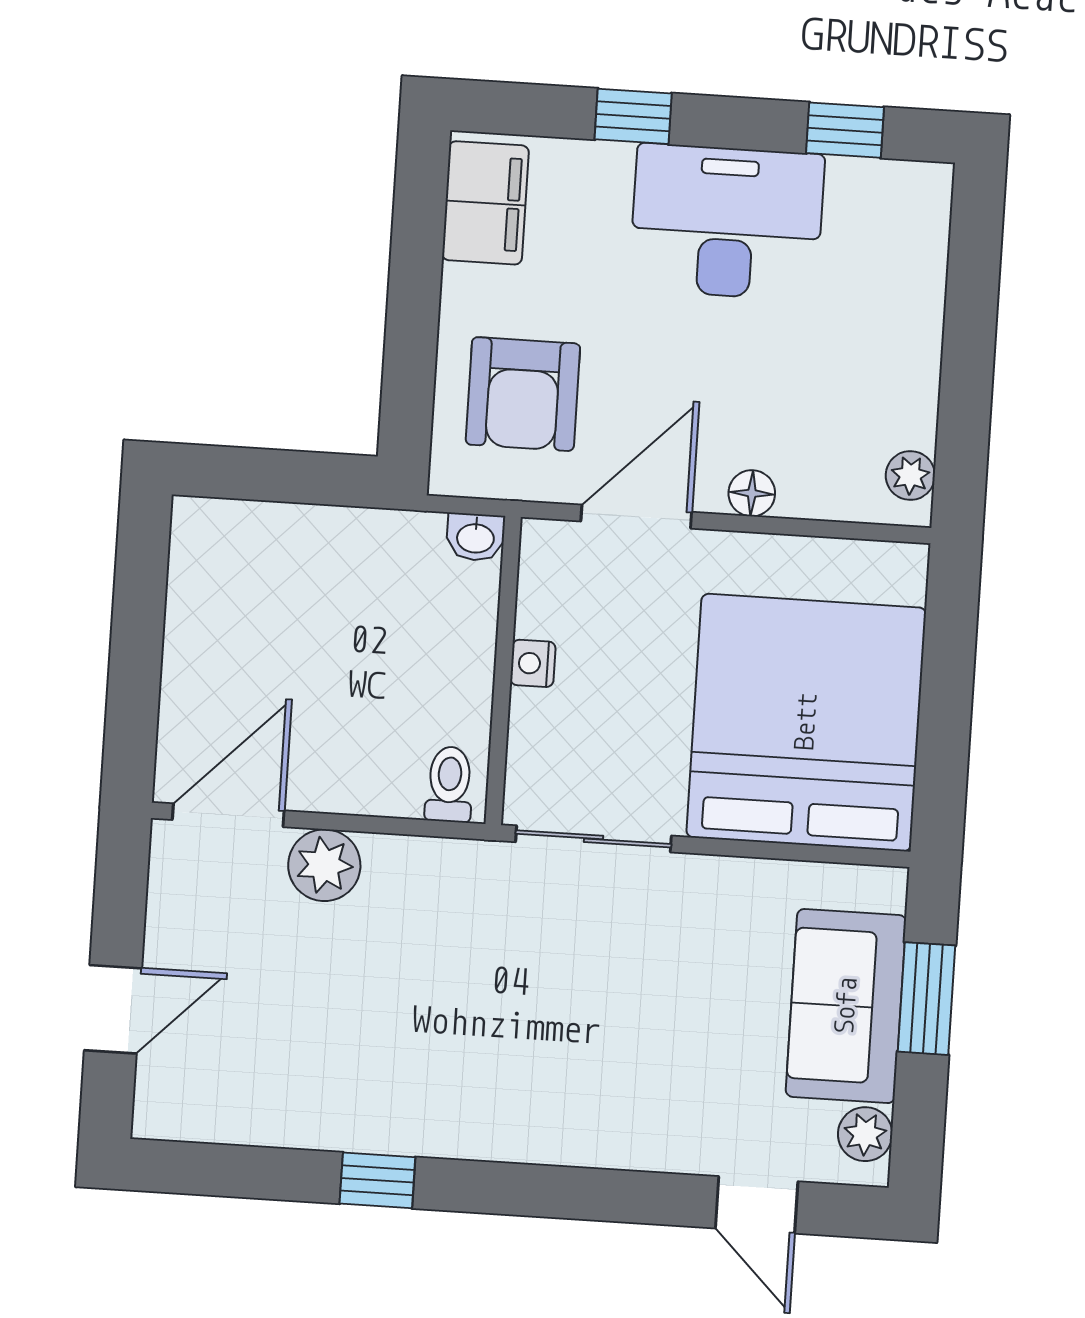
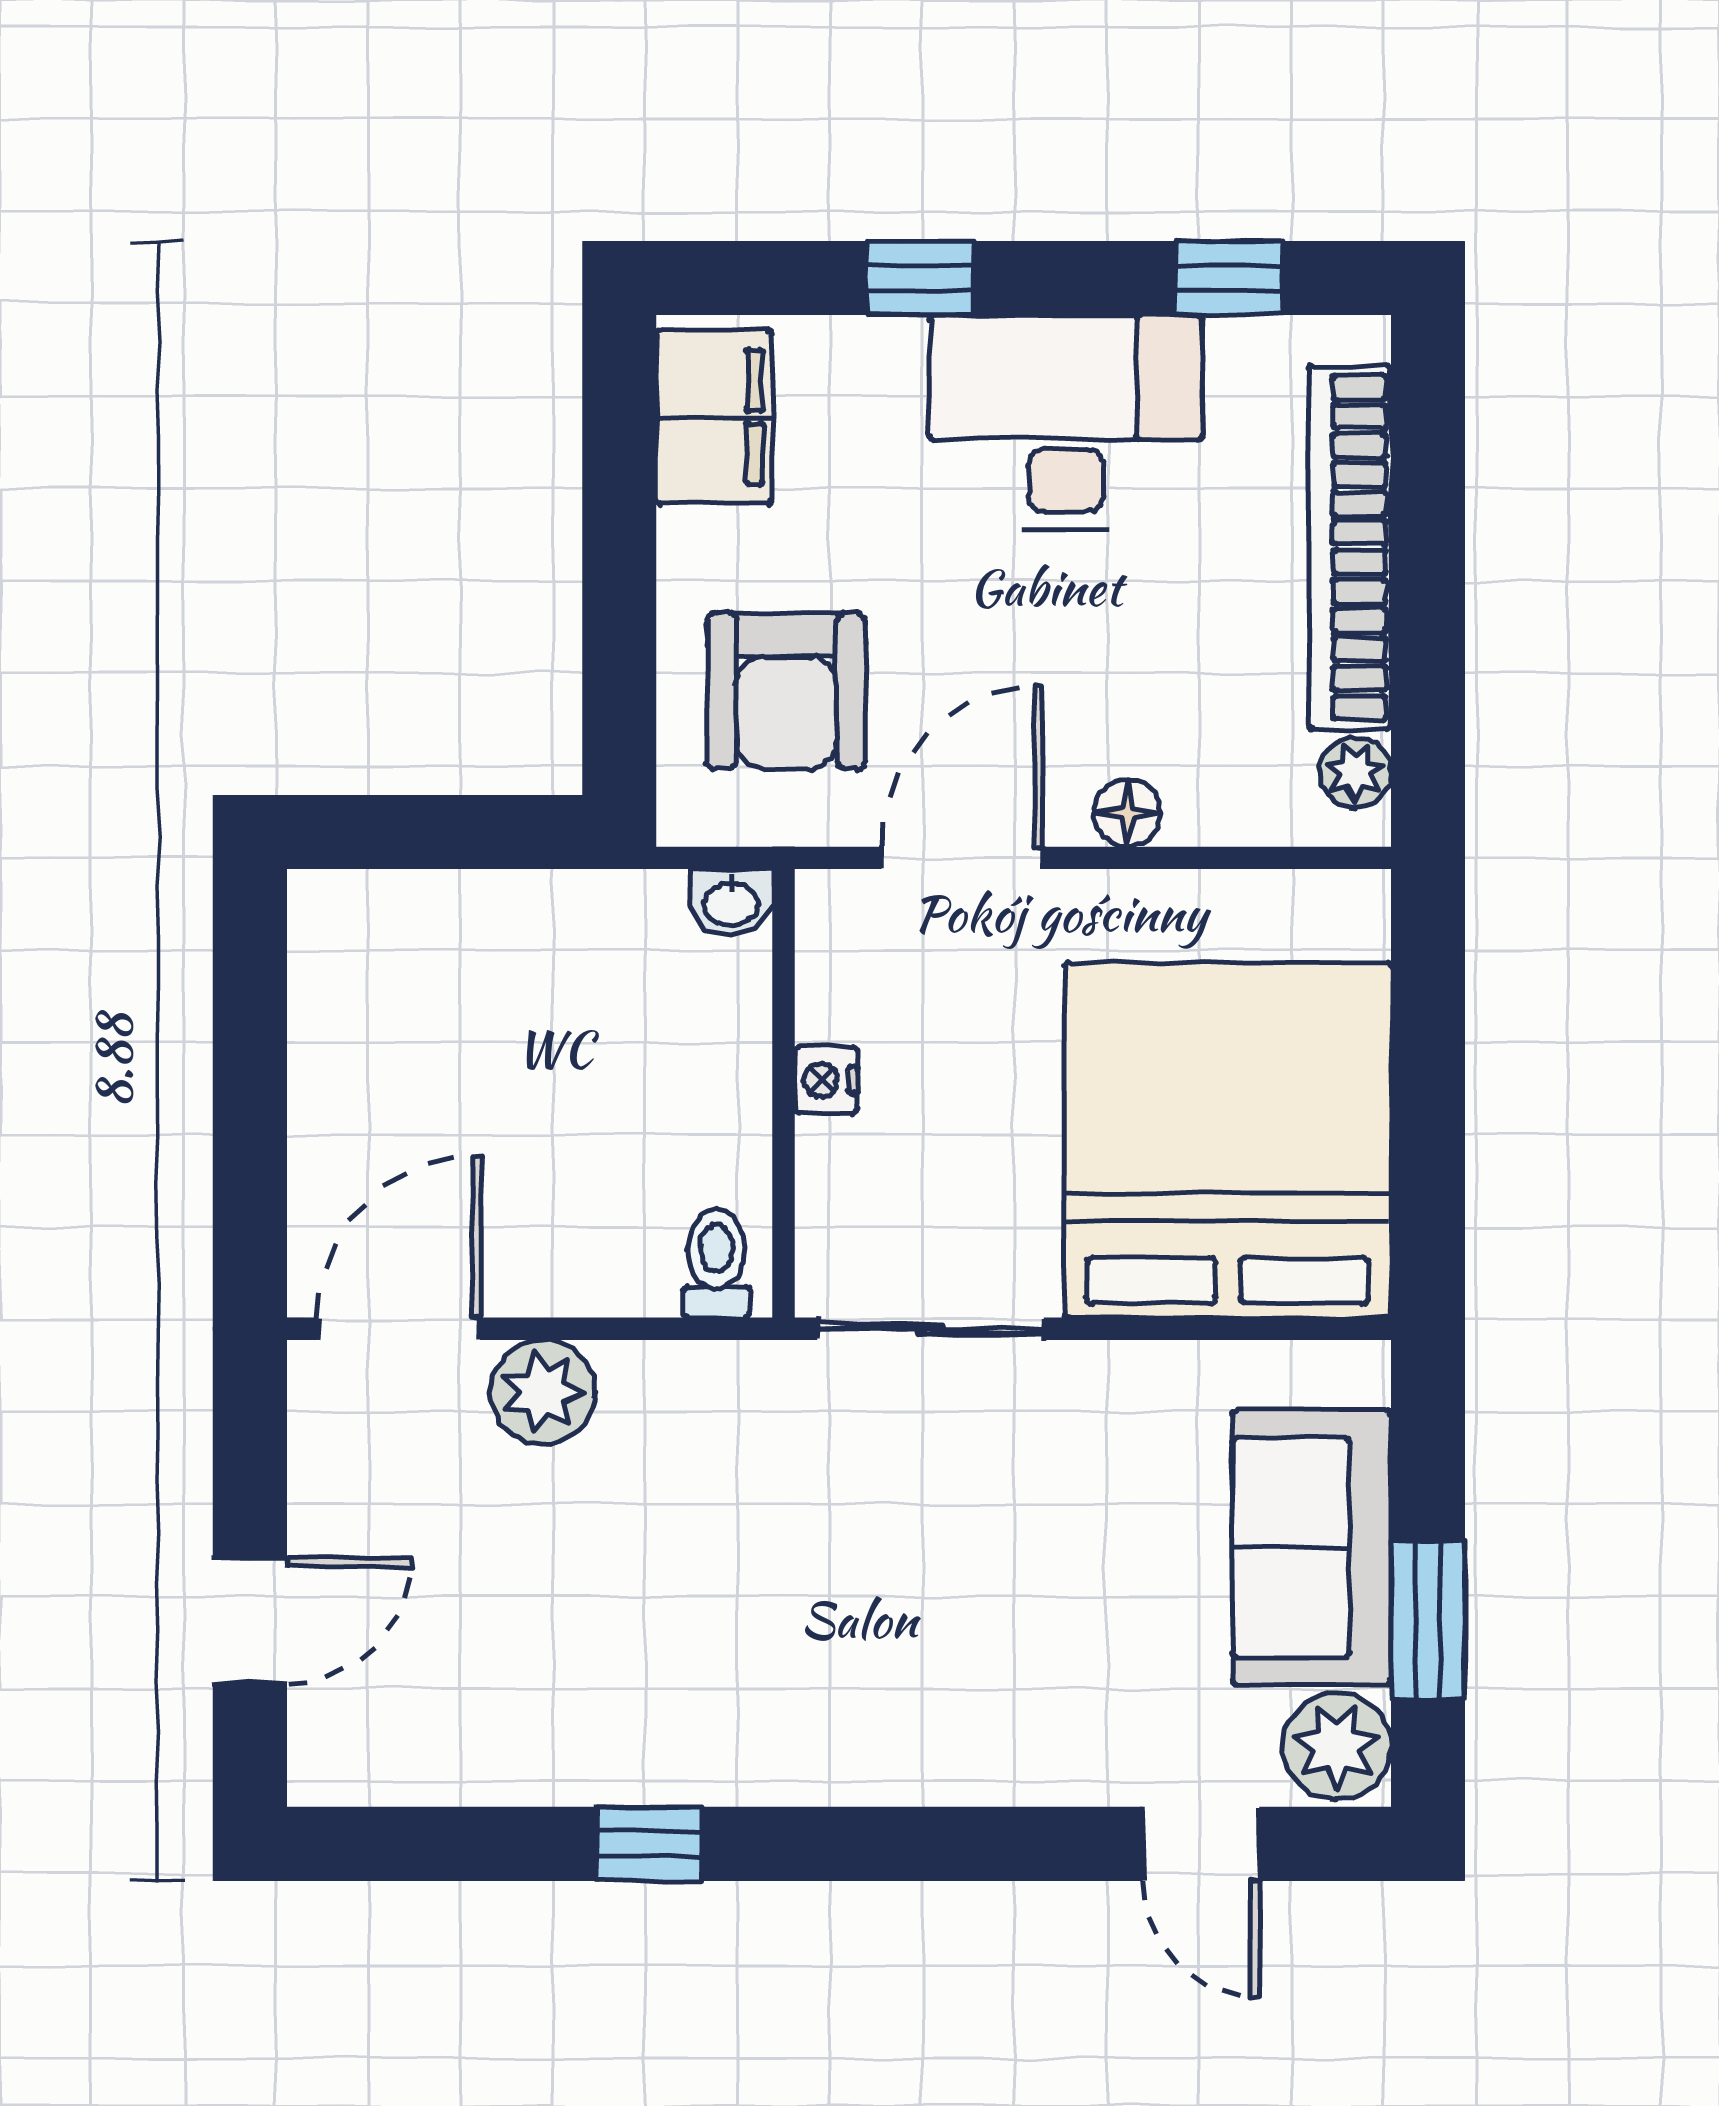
bookcase: (916, 321) -> (1350, 547), added
window: (927, 999) -> (1428, 1620), moved
plant: (865, 1134) -> (1337, 1746), width x1.38, depth x1.38

